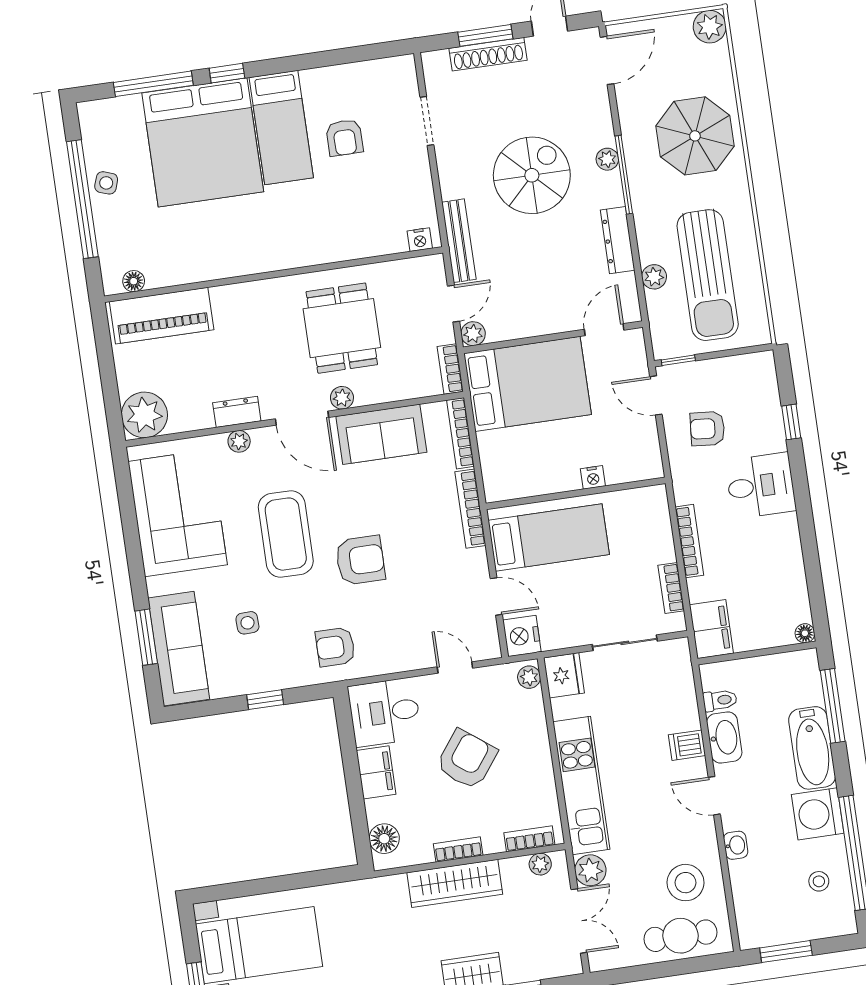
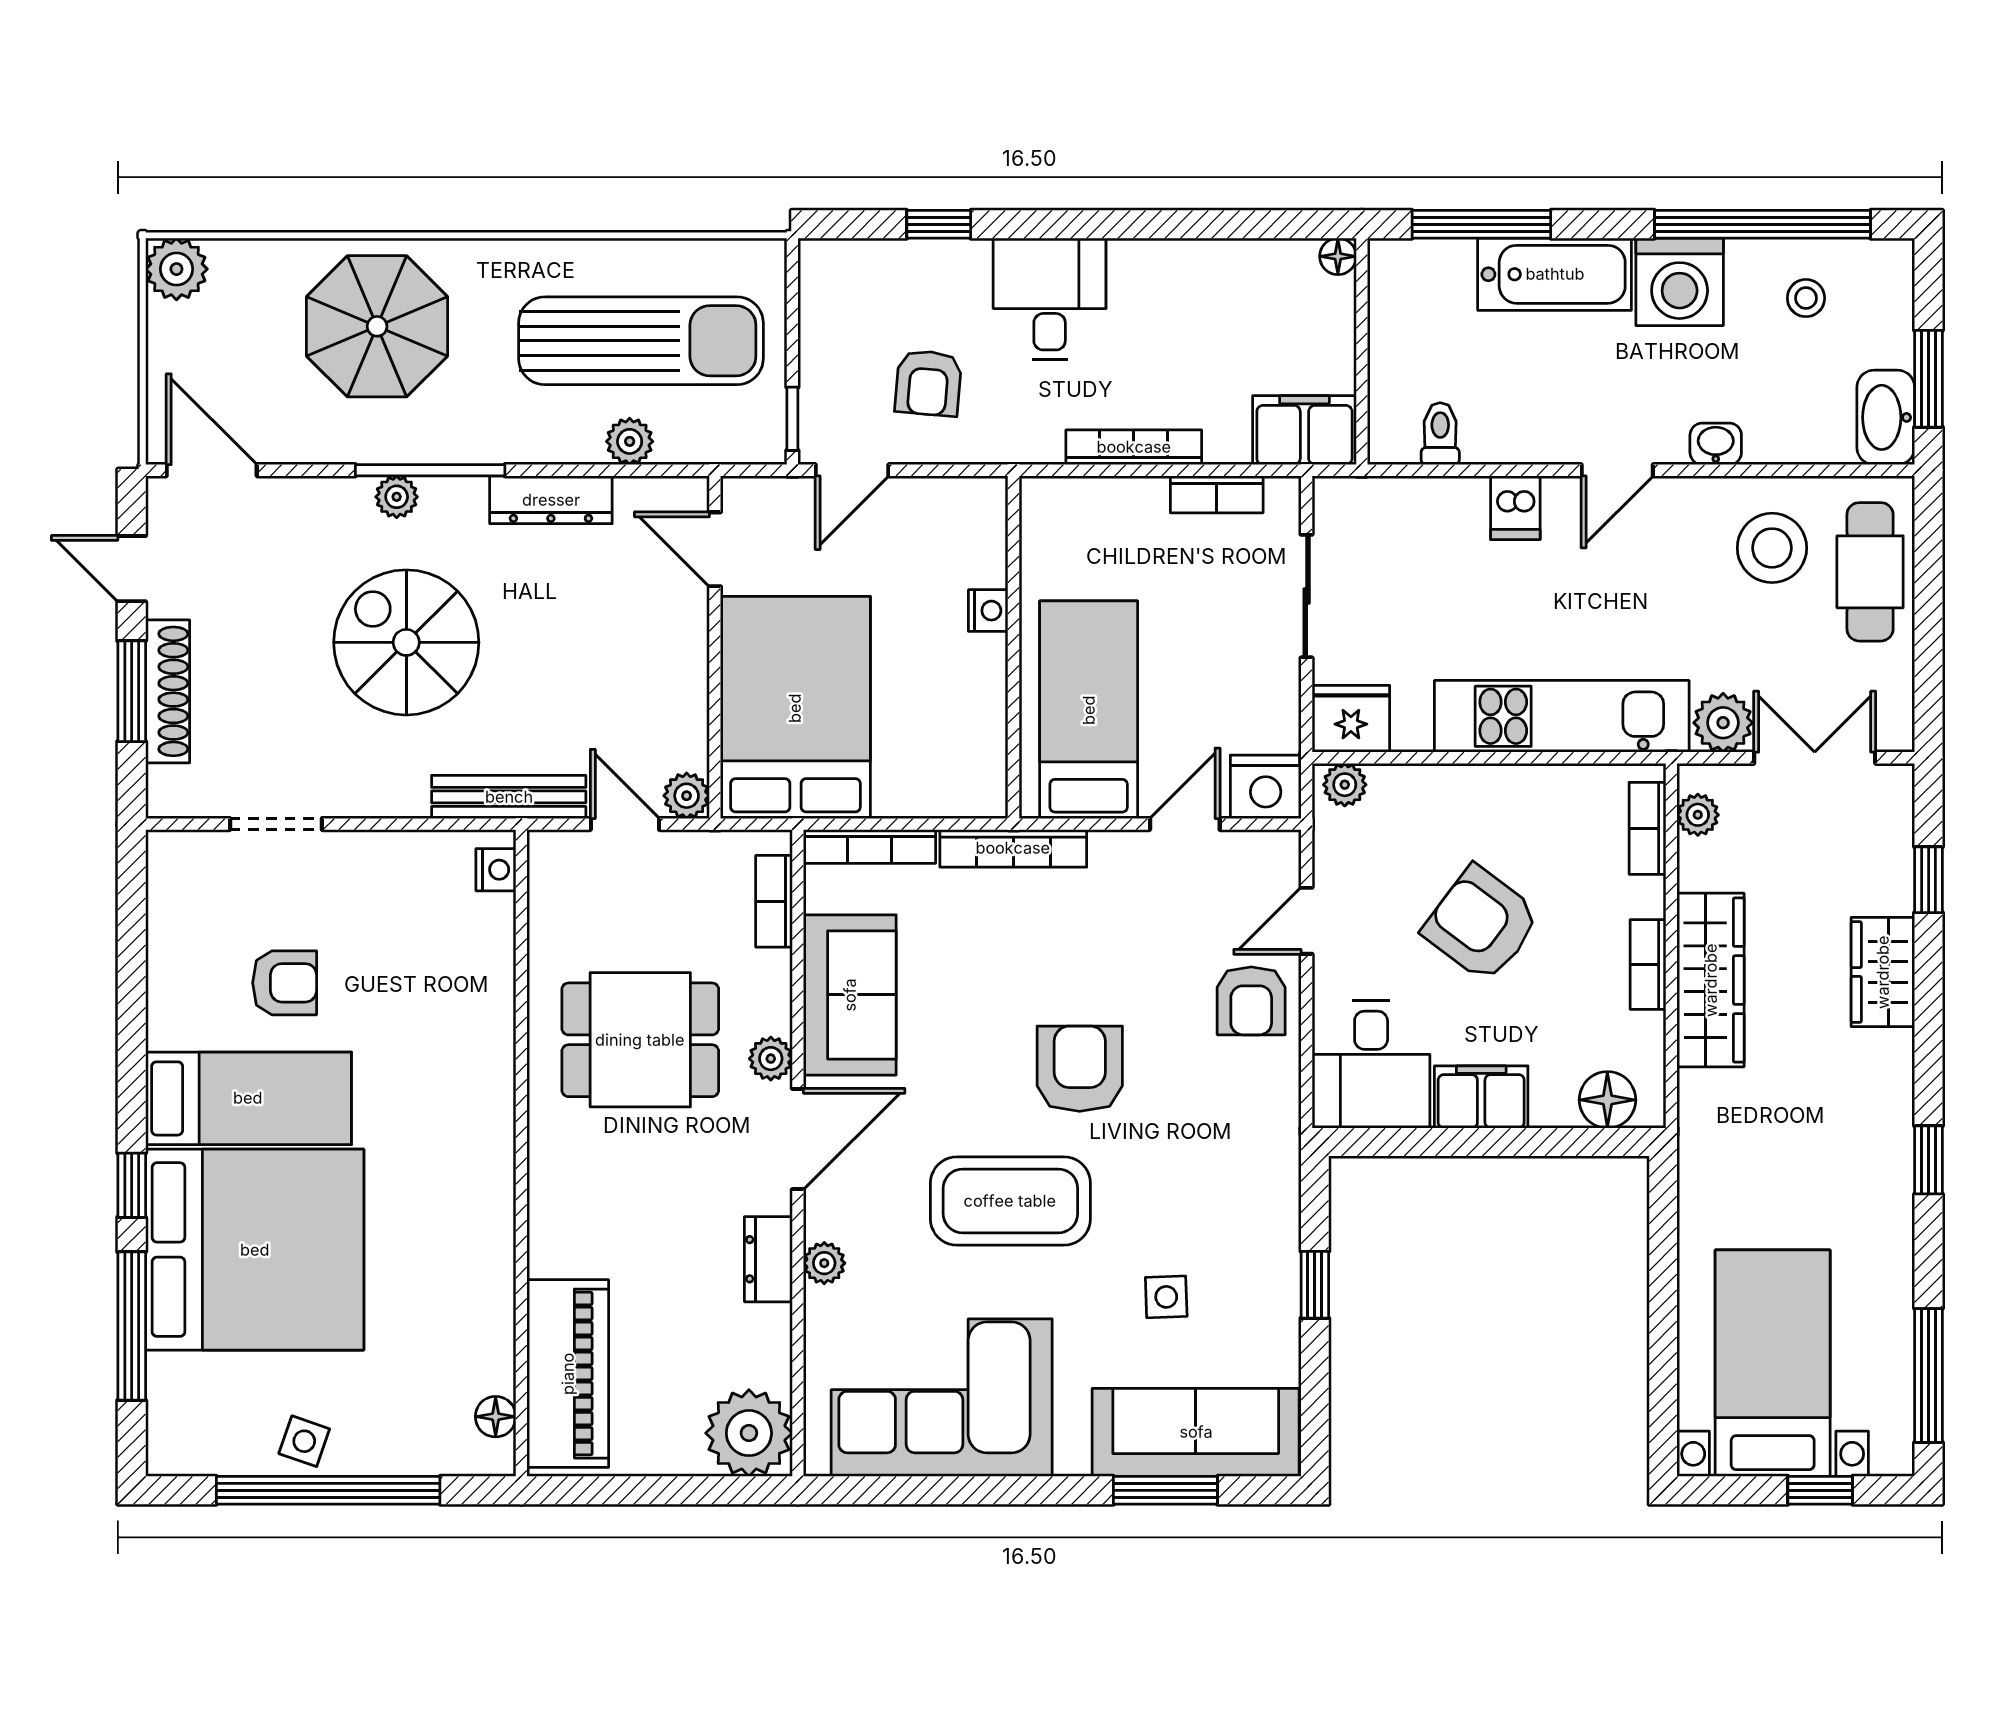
bookcase: (450, 369) -> (774, 901), moved, turned 90
armchair: (335, 647) -> (1251, 1001), moved
washbasin: (724, 737) -> (1886, 417), moved, turned -90

